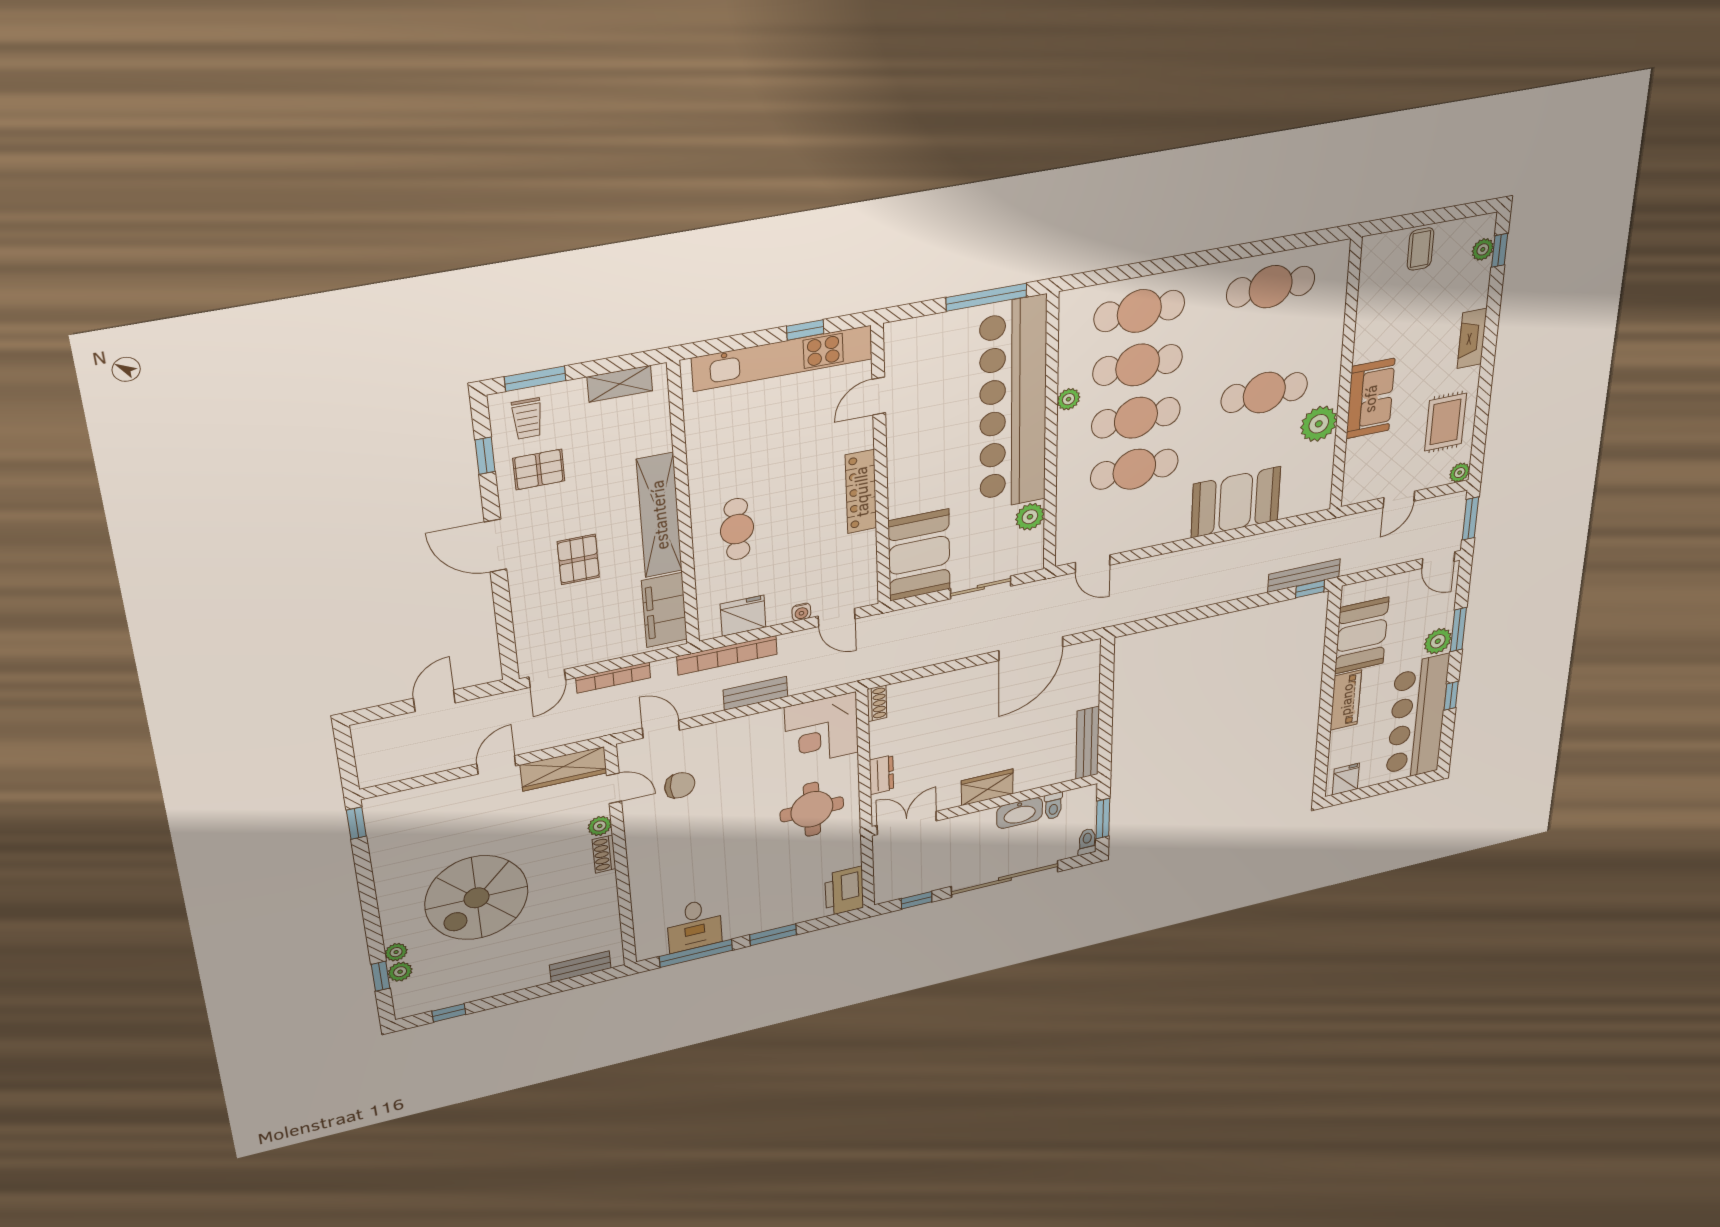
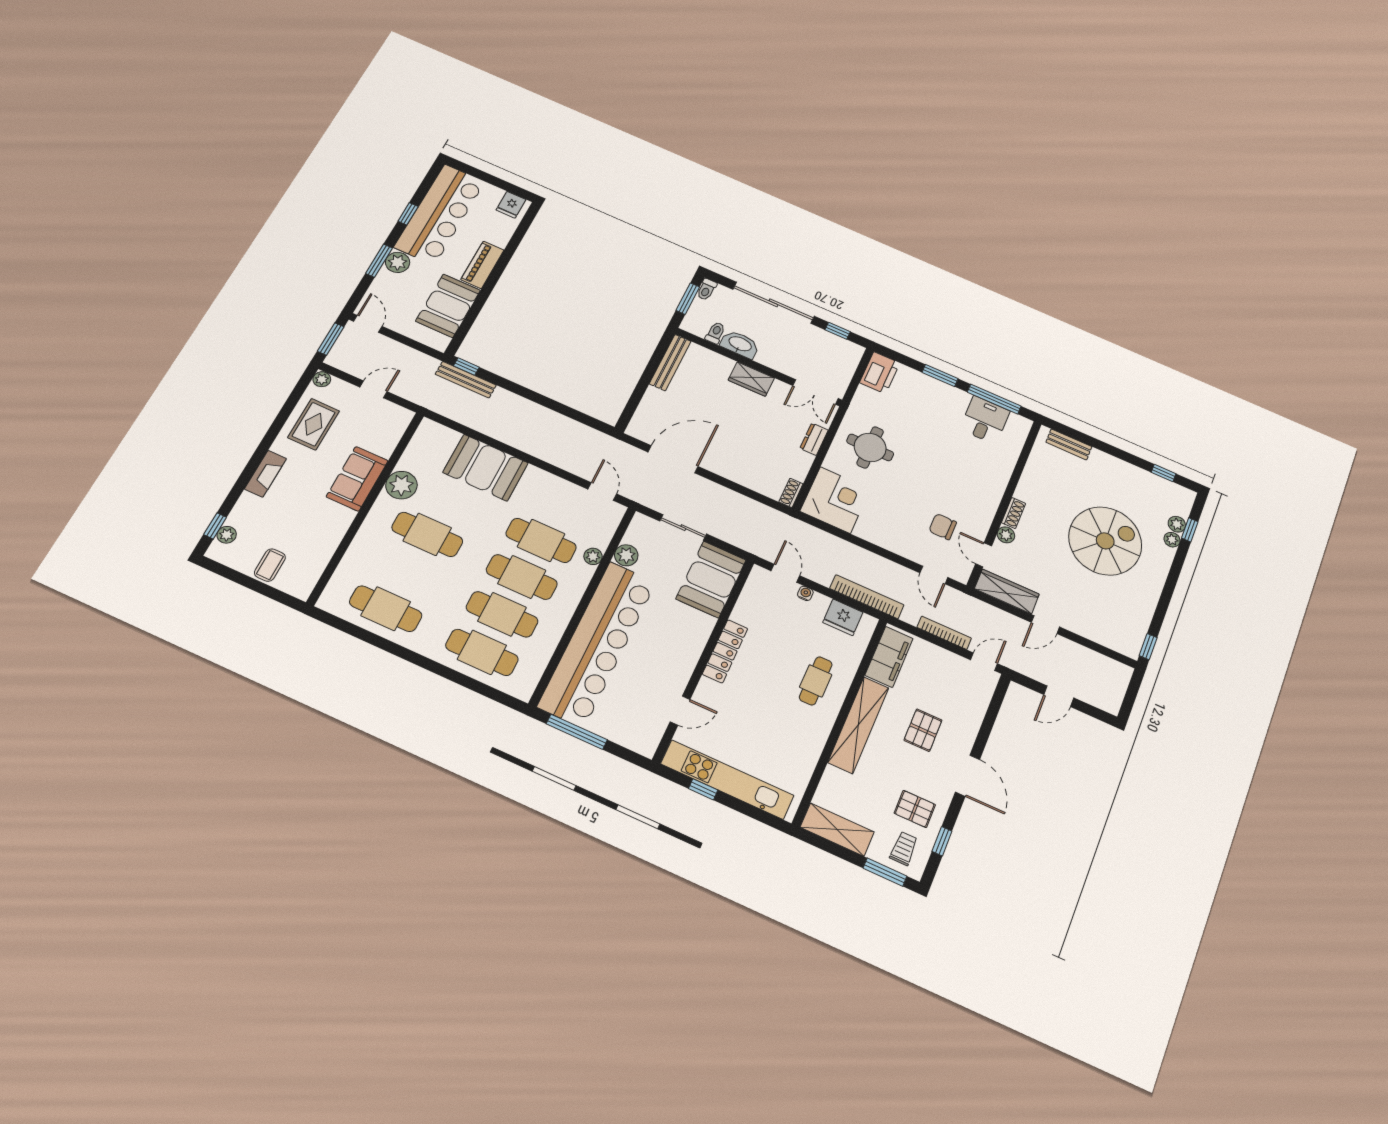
shelving: (620, 384) -> (837, 830), width x1.50, depth x1.33
plant: (1068, 399) -> (593, 556), moved
bench: (755, 693) -> (863, 557), removed

